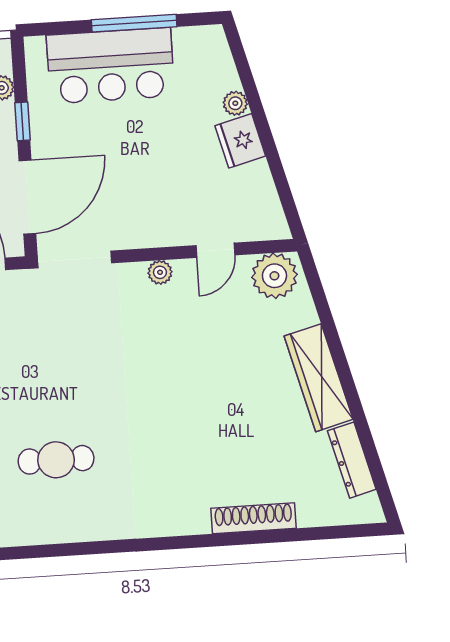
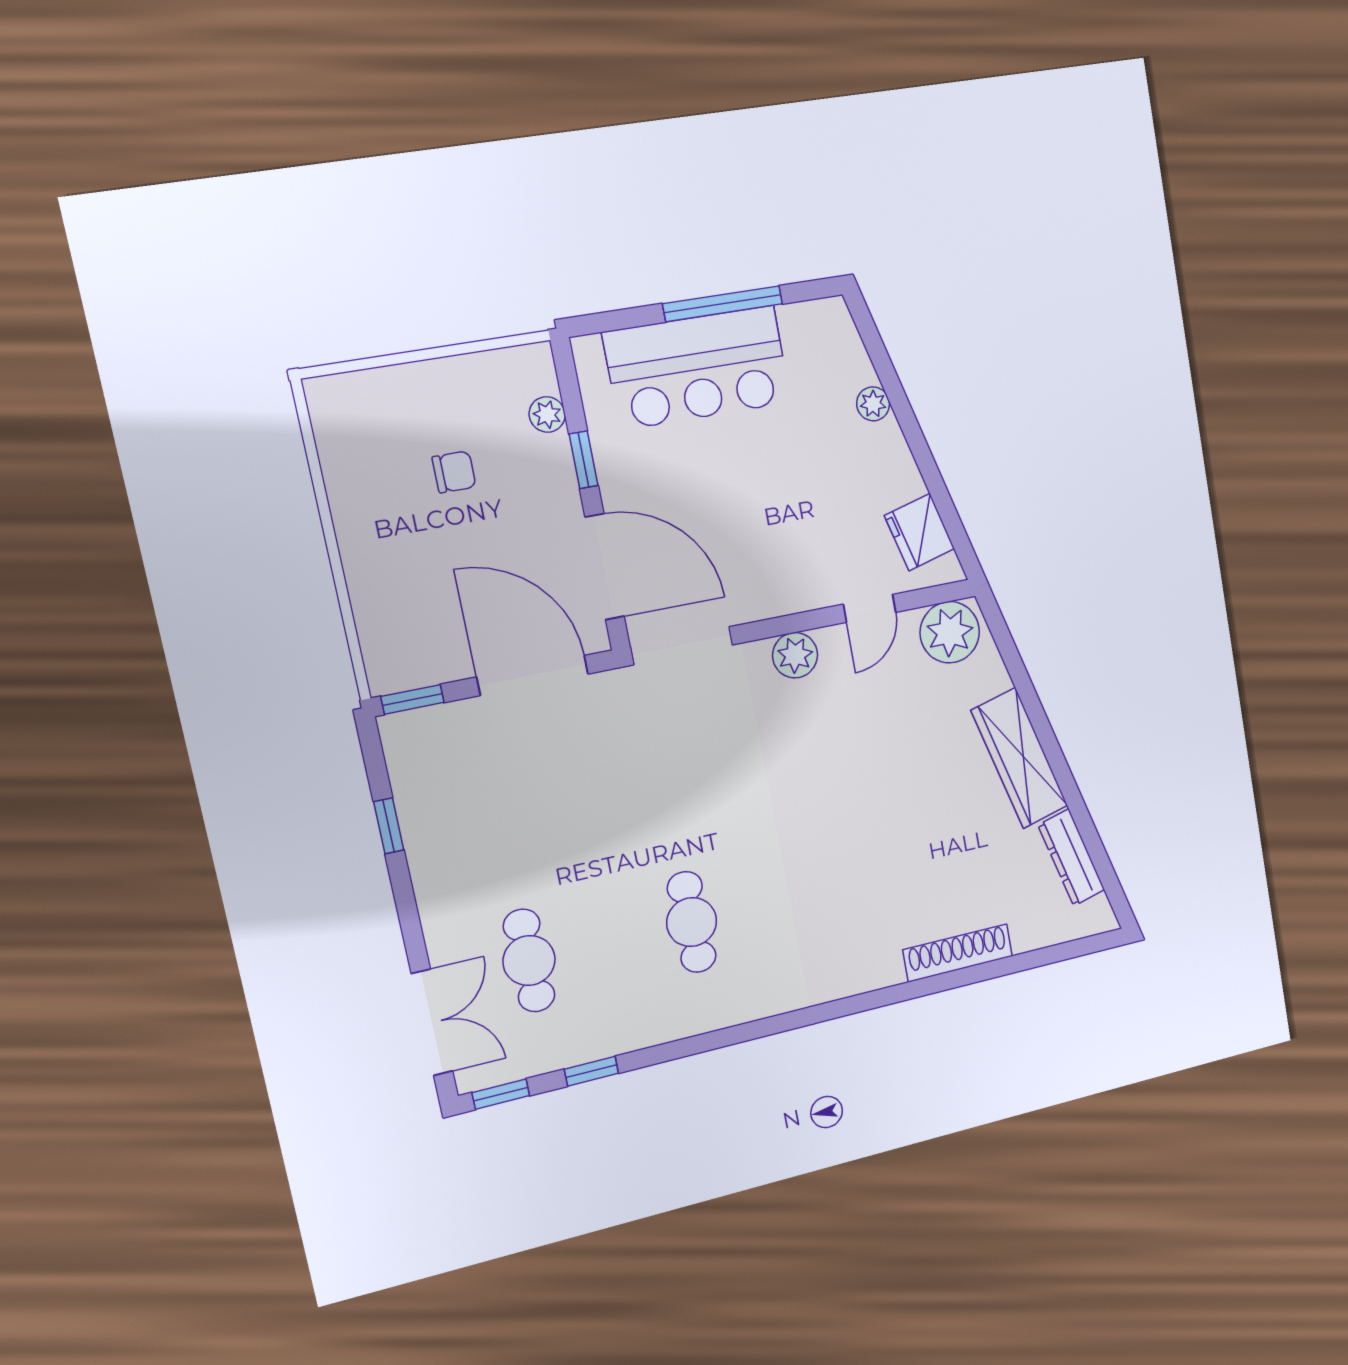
fridge: (240, 141) -> (920, 532), moved
door: (27, 197) -> (605, 567), hinge flipped
plant: (160, 272) -> (795, 655), width x1.38, depth x1.38
cafe table: (56, 460) -> (692, 922), turned 90

